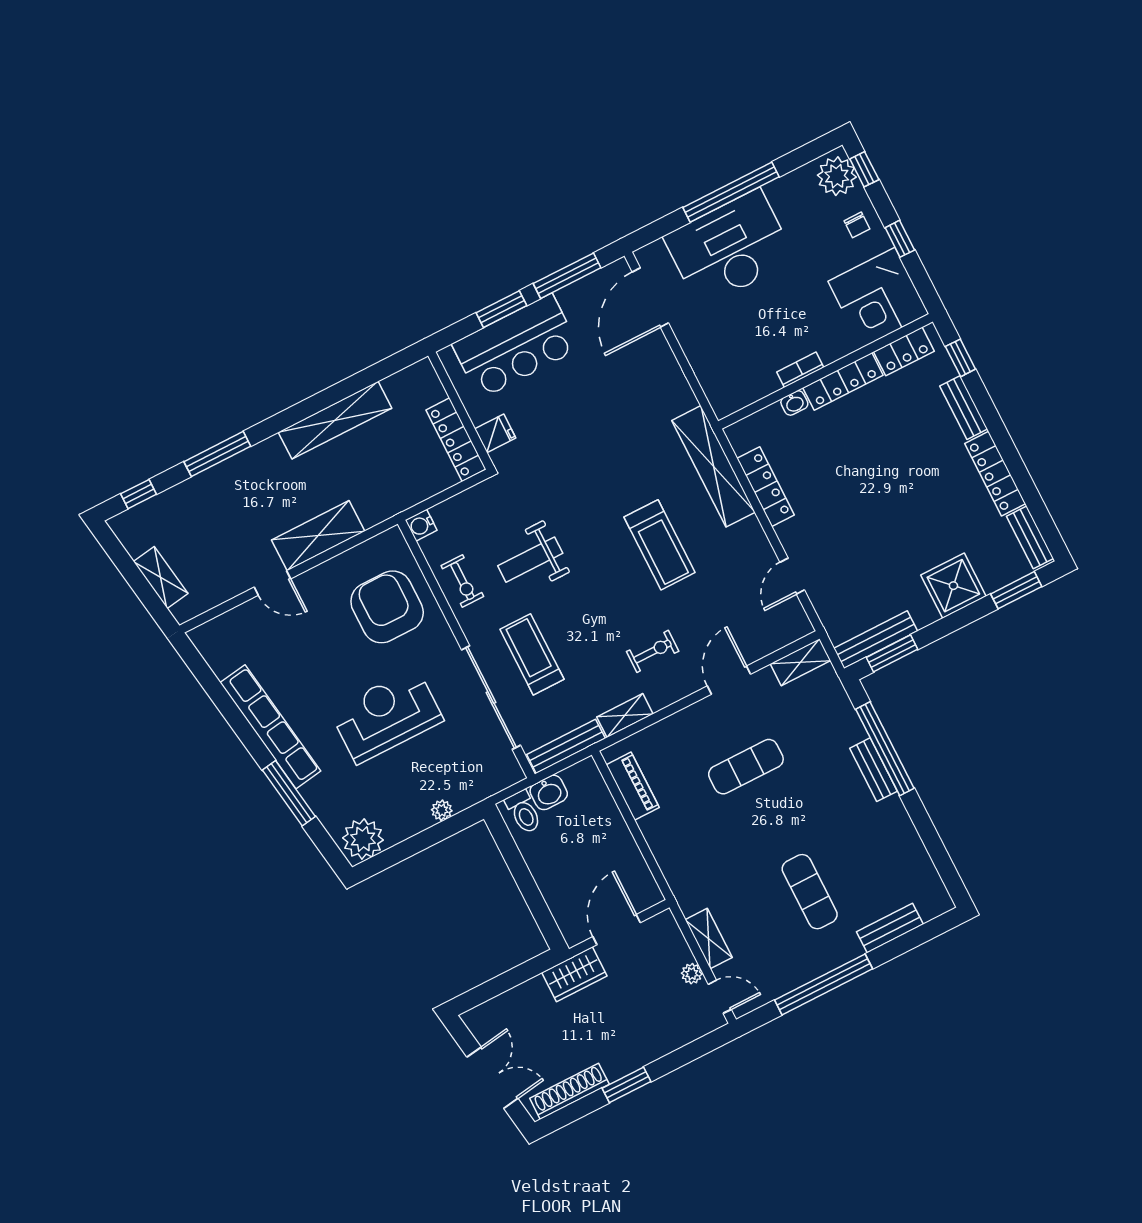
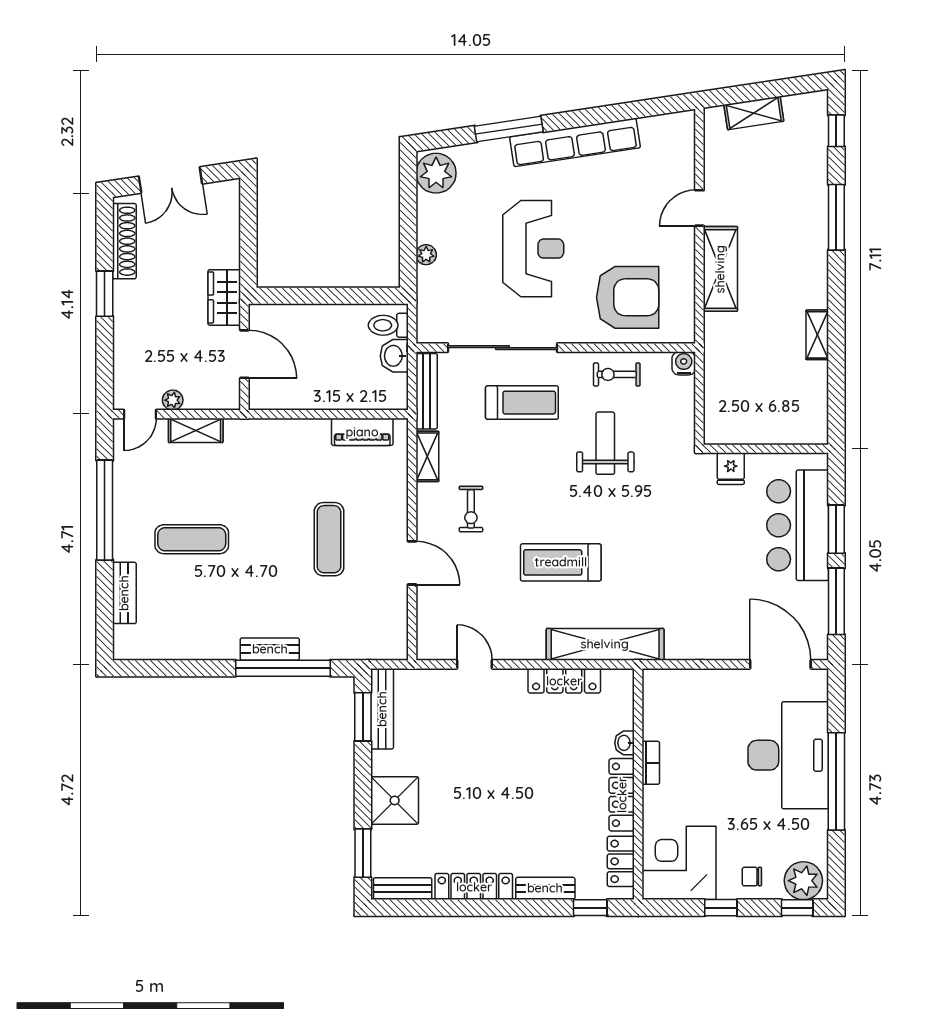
shelving: (335, 420) -> (817, 335), width x0.45, depth x0.75
locker: (456, 440) -> (743, 432), removed
shelving: (800, 662) -> (396, 633), removed

